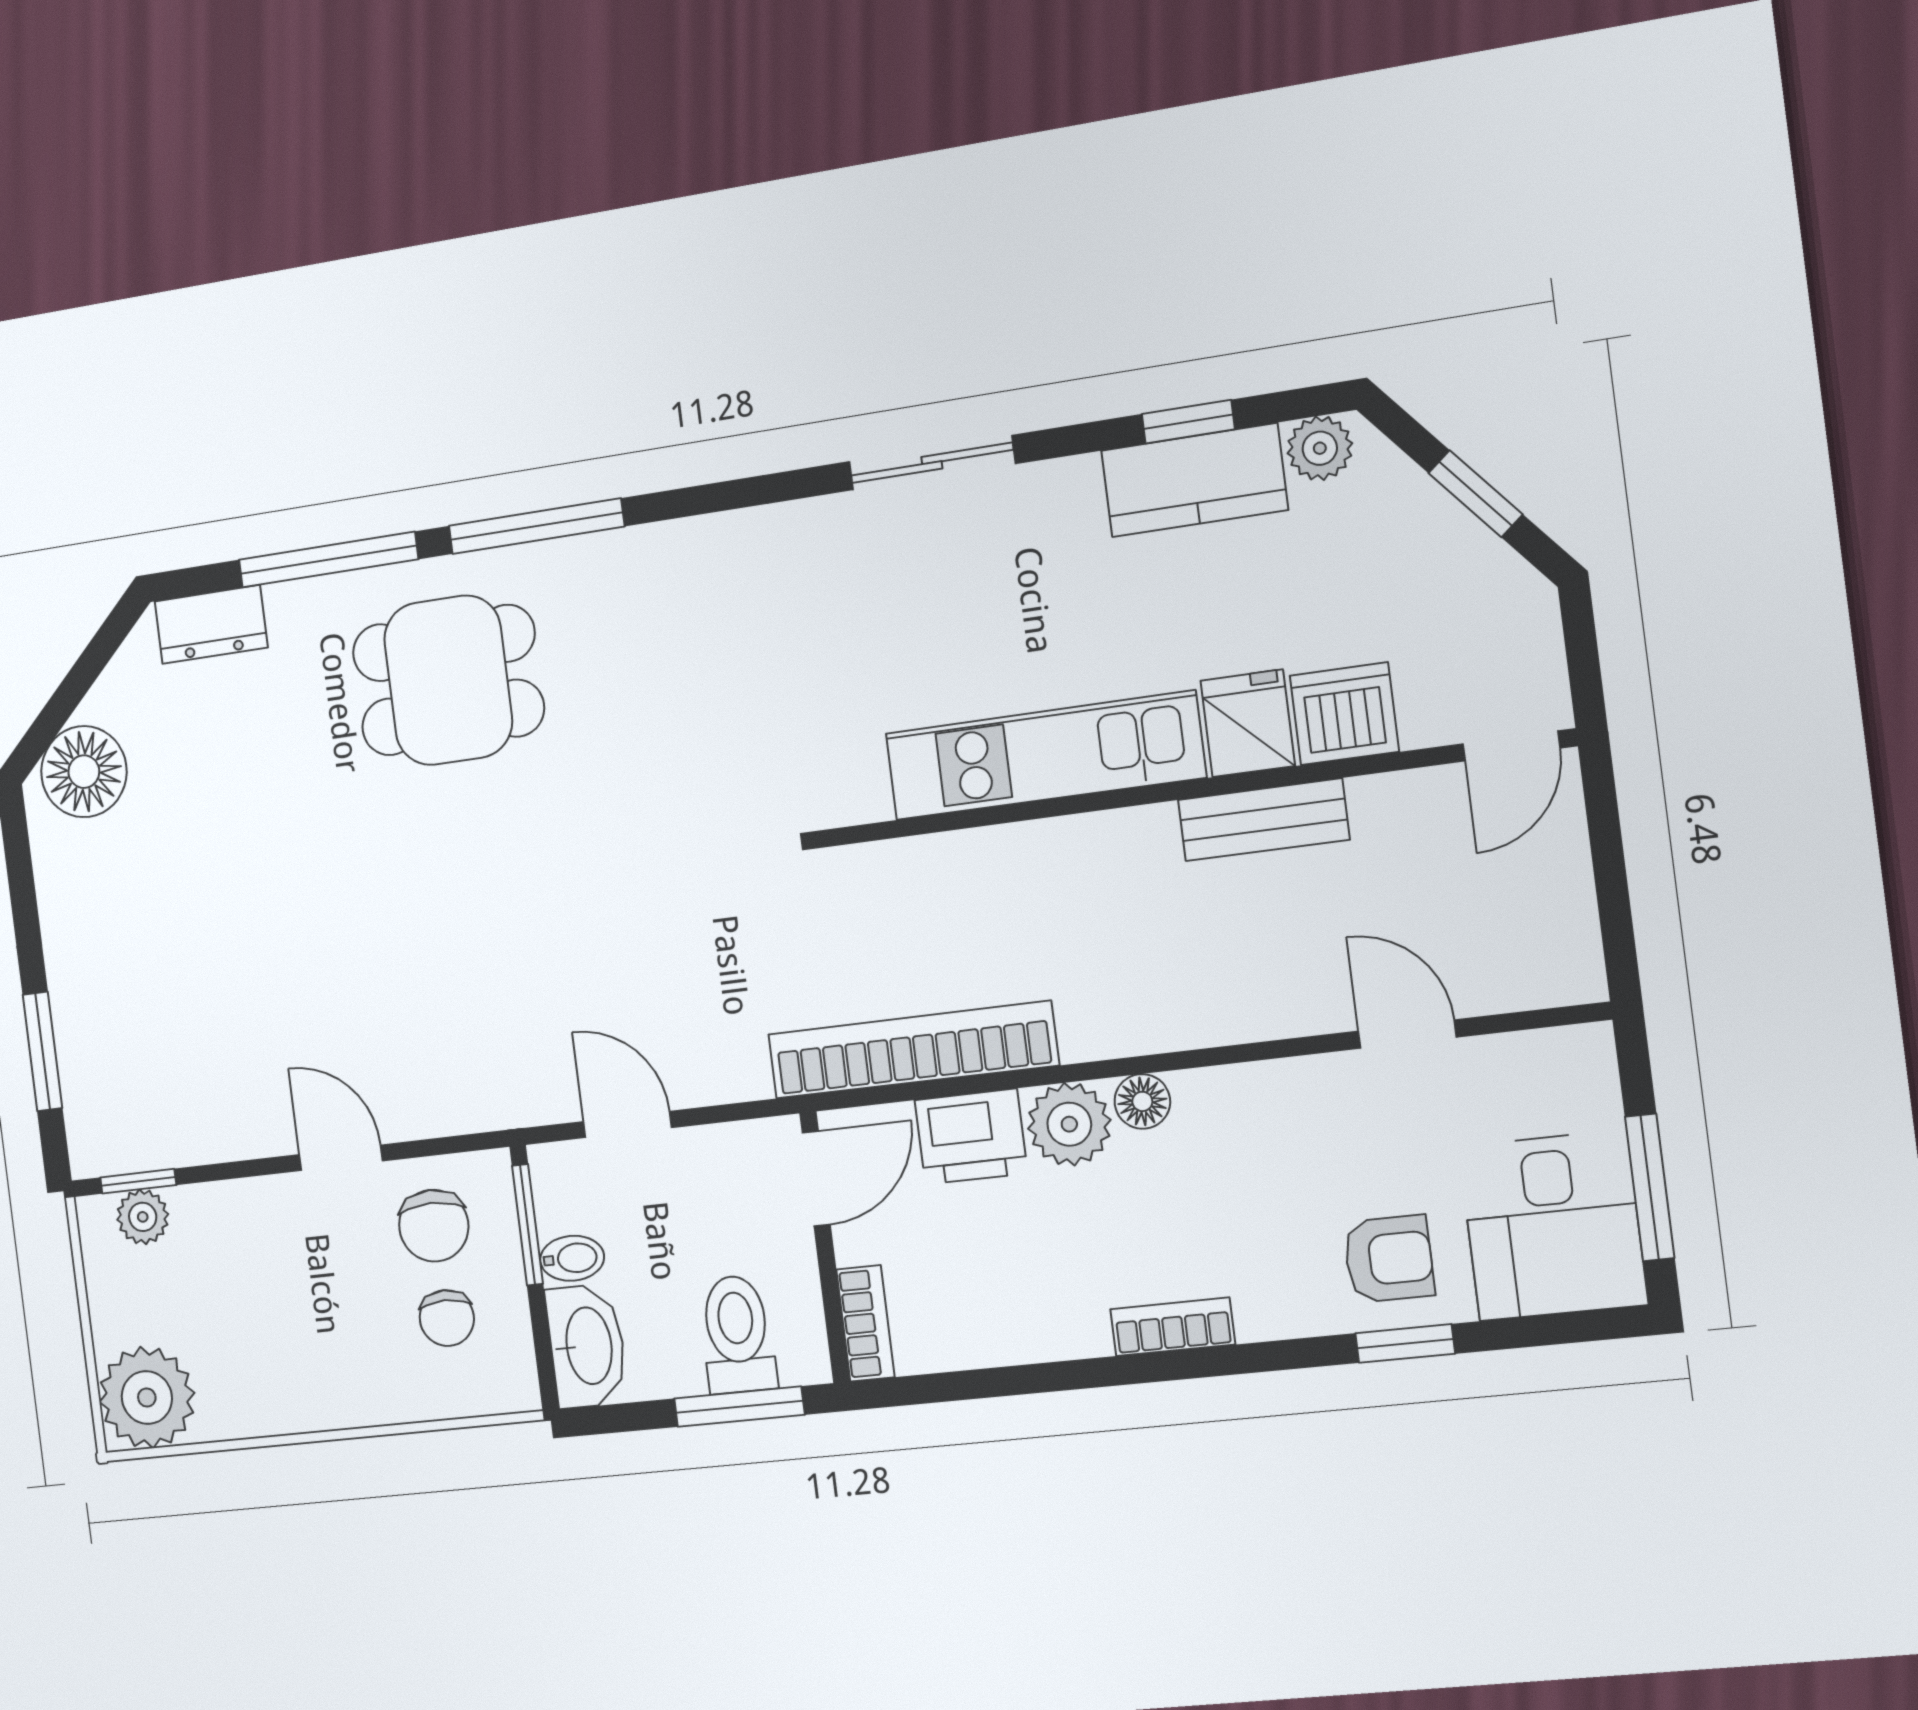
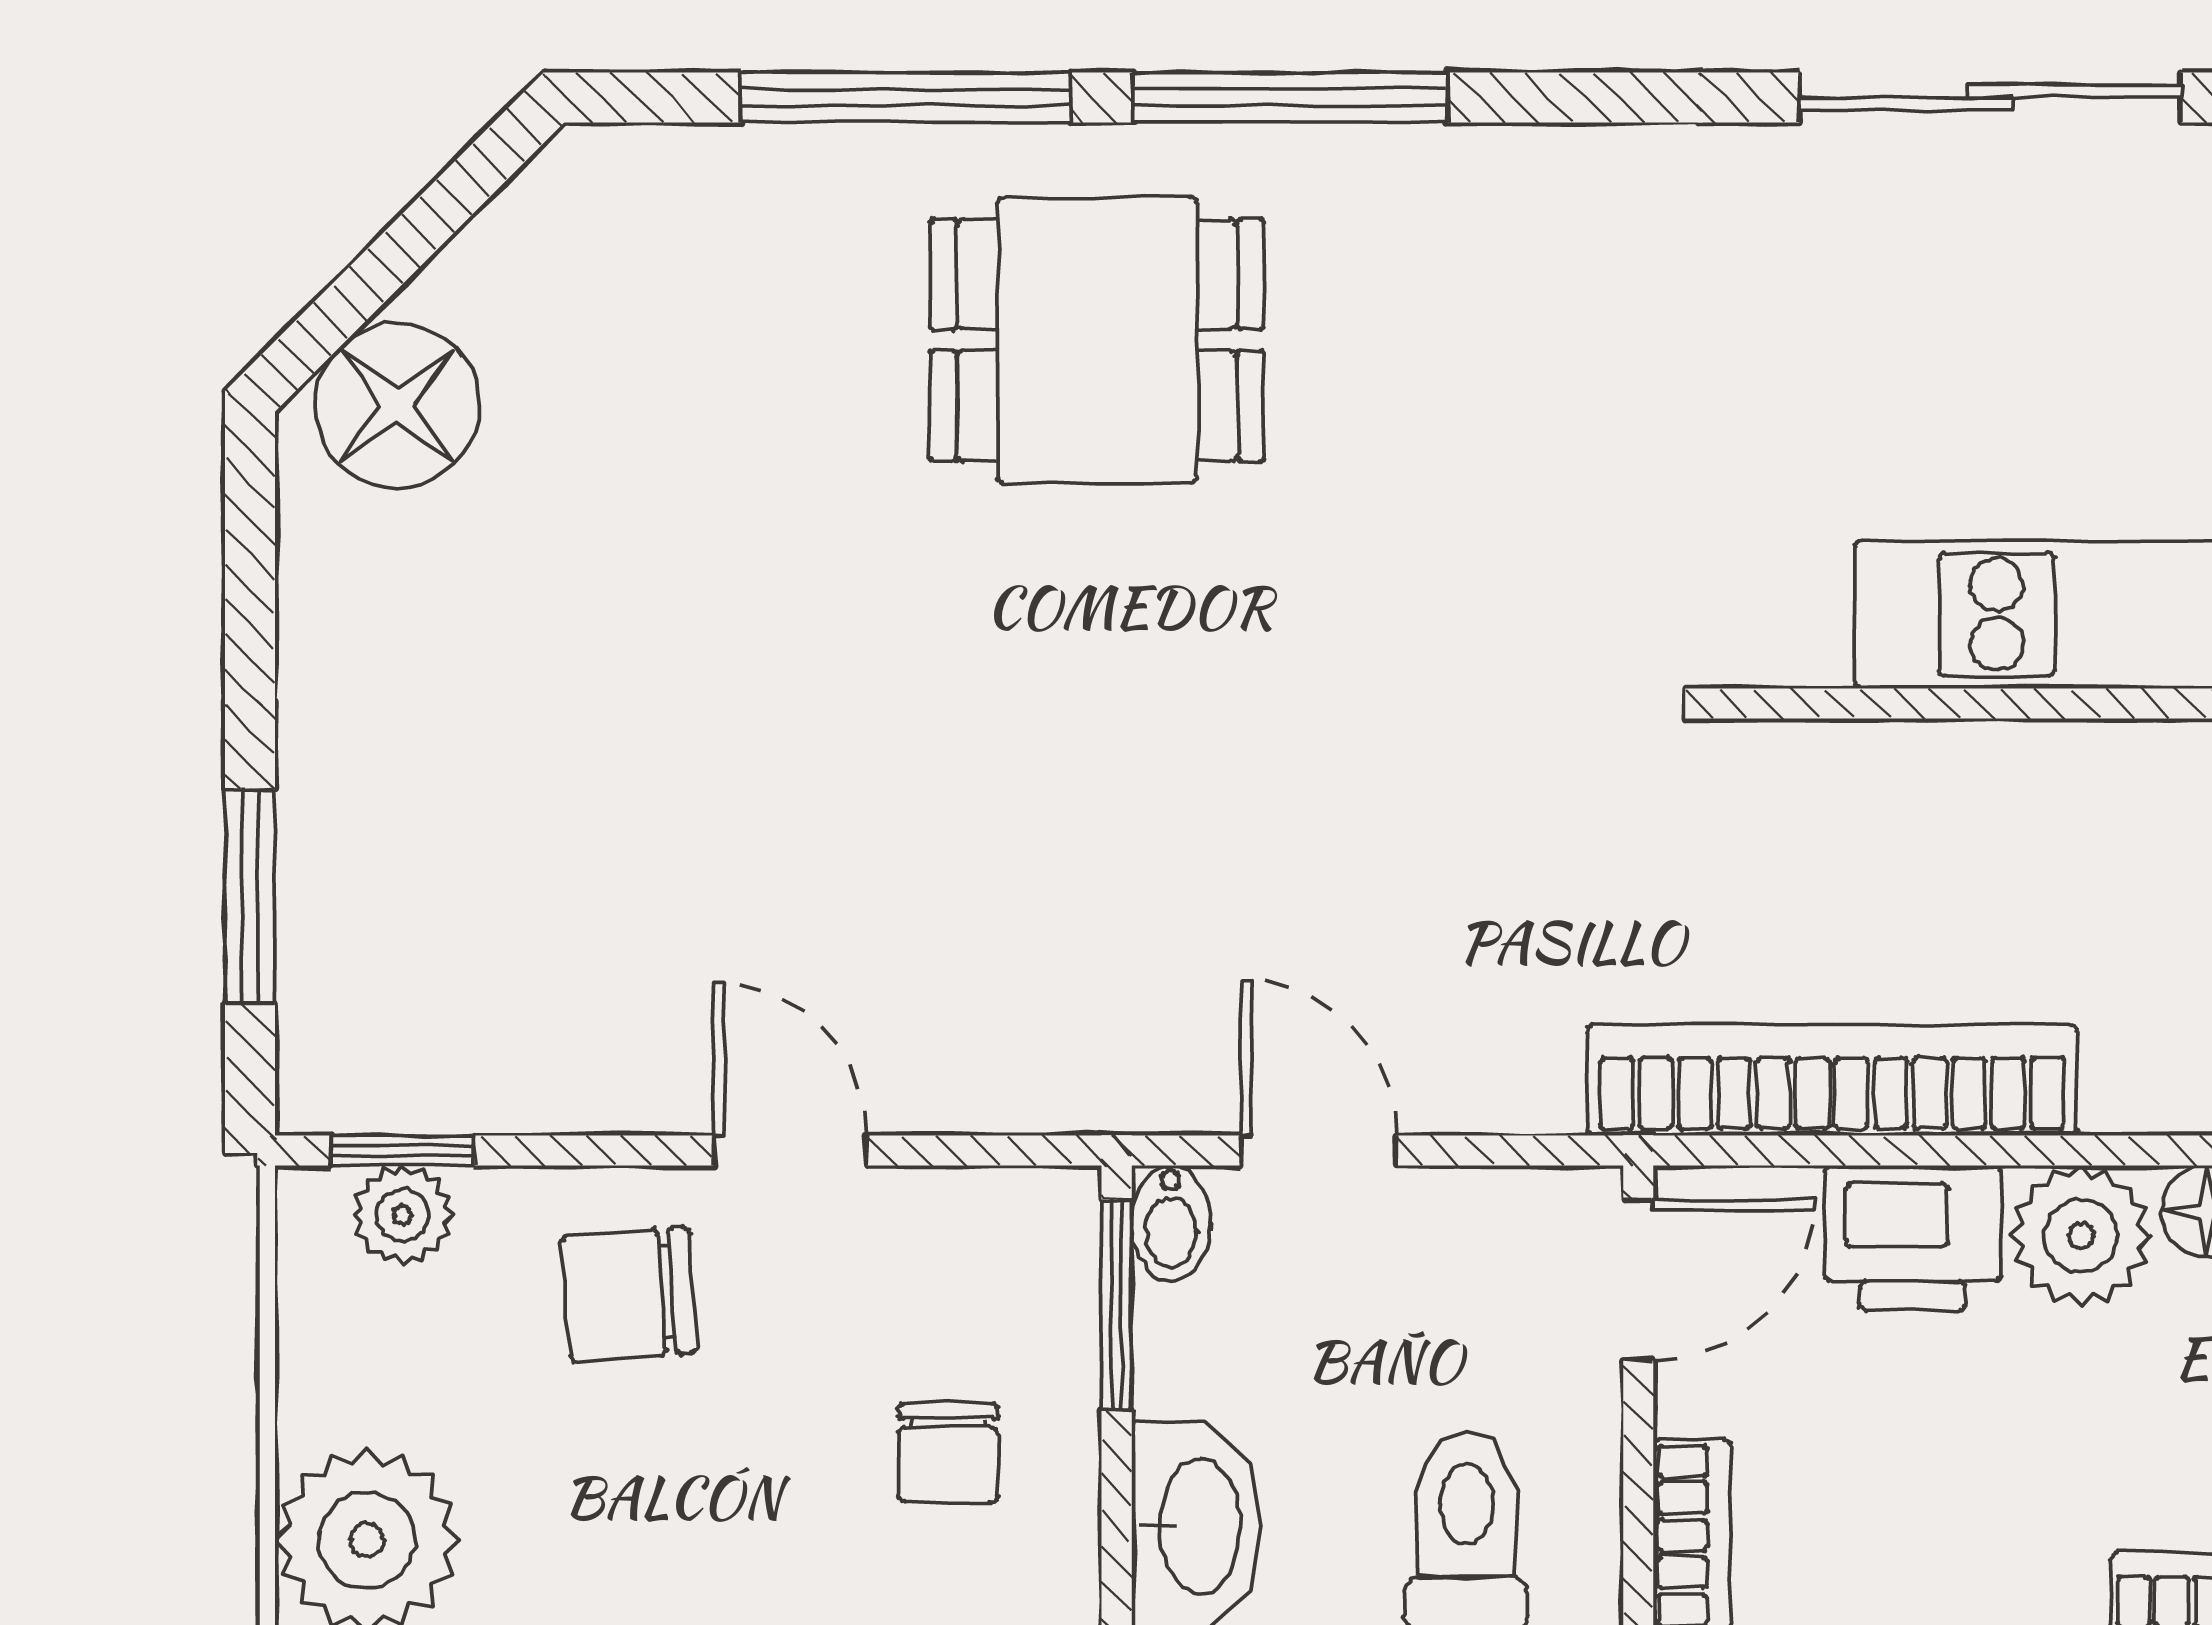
sliding door: (932, 463) -> (1990, 97), width x1.37
dresser: (211, 624) -> (673, 179), removed
chair: (434, 1226) -> (629, 1295), moved, turned 86
bidet: (572, 1258) -> (1171, 1223), moved, turned 90

